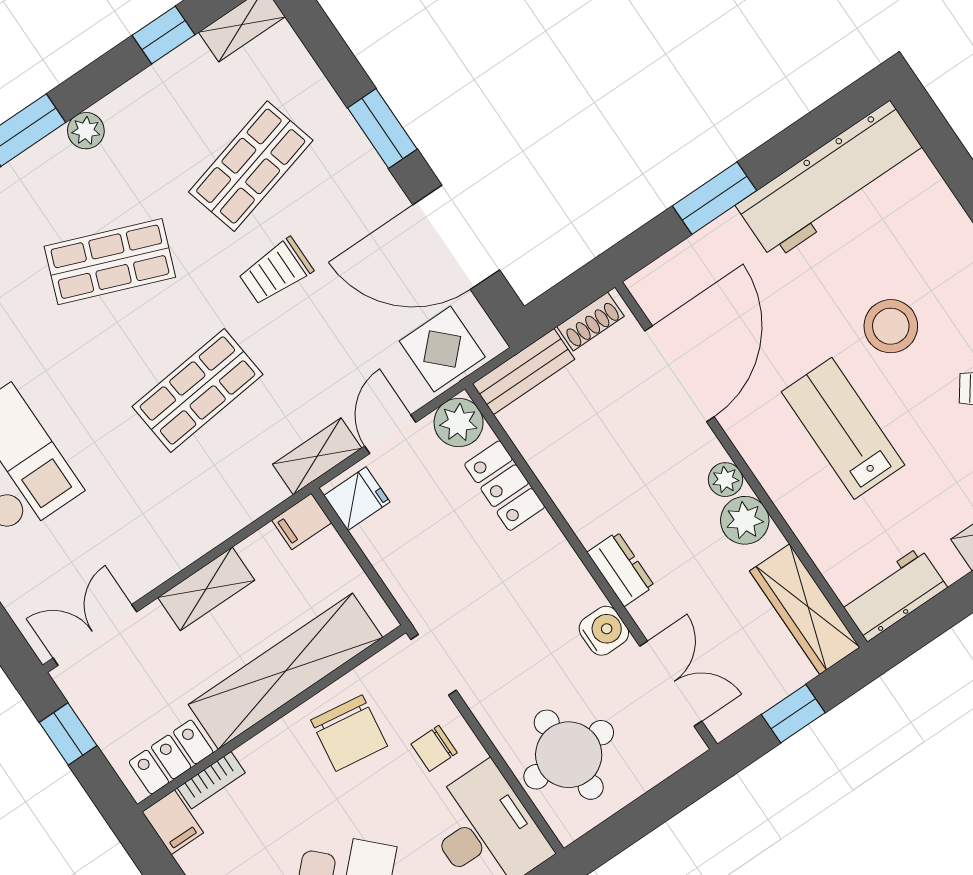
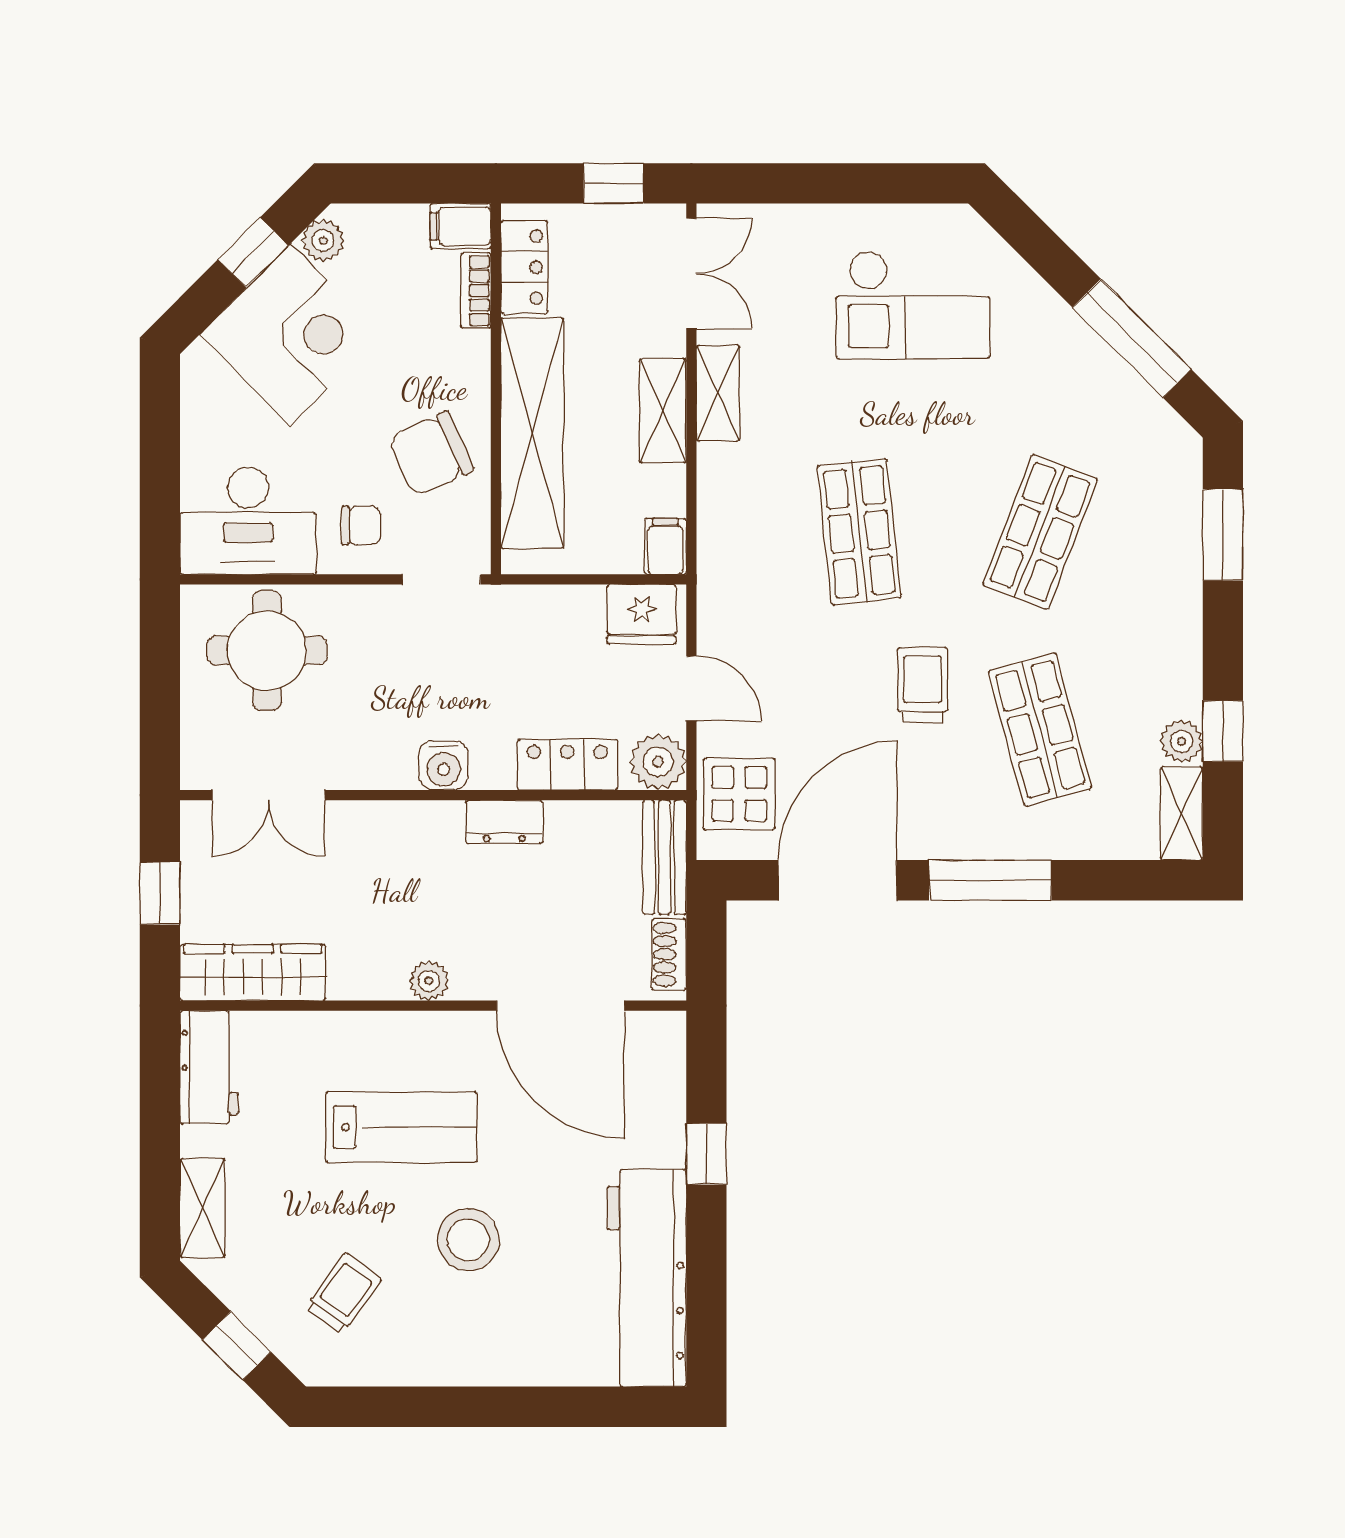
window: (382, 129) -> (990, 880), width x1.44
plant: (86, 131) -> (1182, 741), moved
window: (715, 198) -> (706, 1154), width x0.67
shelving: (317, 456) -> (718, 393), moved
fridge: (357, 499) -> (642, 614), width x1.38
plant: (745, 520) -> (377, 973), removed
dresser: (621, 569) -> (504, 822), moved
water cooler: (604, 631) -> (444, 765), moved
chair: (349, 733) -> (431, 454), turned -32
chair: (434, 748) -> (361, 525), turned 90

